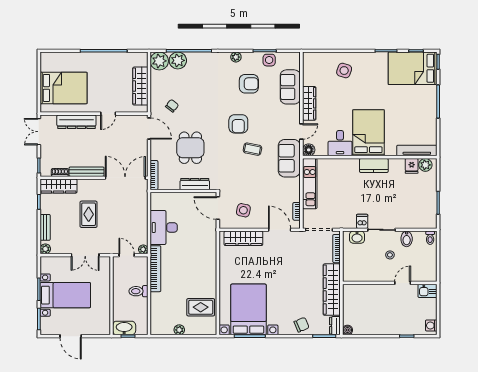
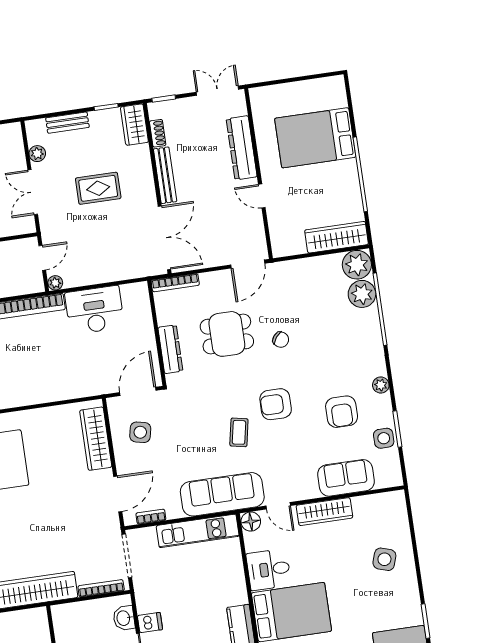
wardrobe: (140, 86) -> (337, 237), moved
bed: (64, 88) -> (315, 138), moved, turned 90
chair: (172, 106) -> (281, 340), moved
sofa: (289, 158) -> (222, 494), width x1.36
wardrobe: (59, 186) -> (134, 125), width x0.67
plant: (45, 249) -> (37, 154), moved

